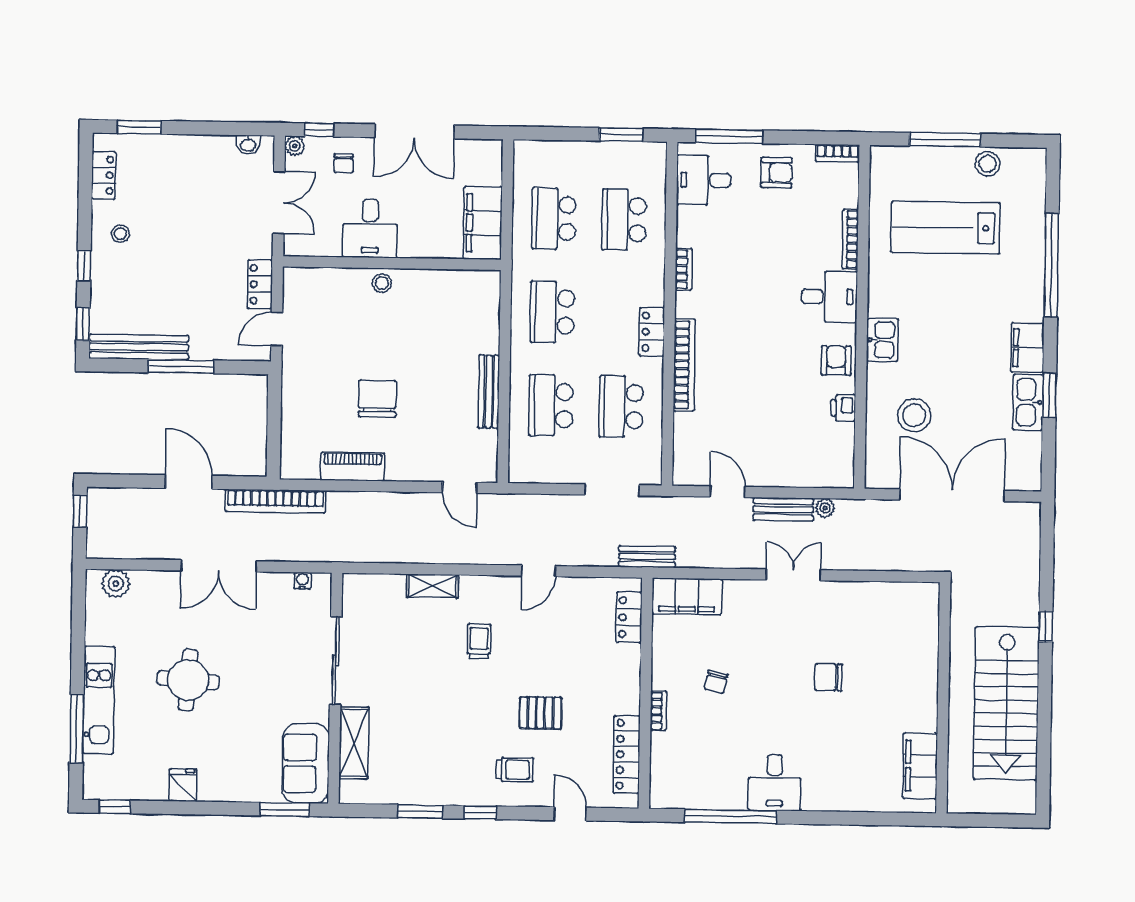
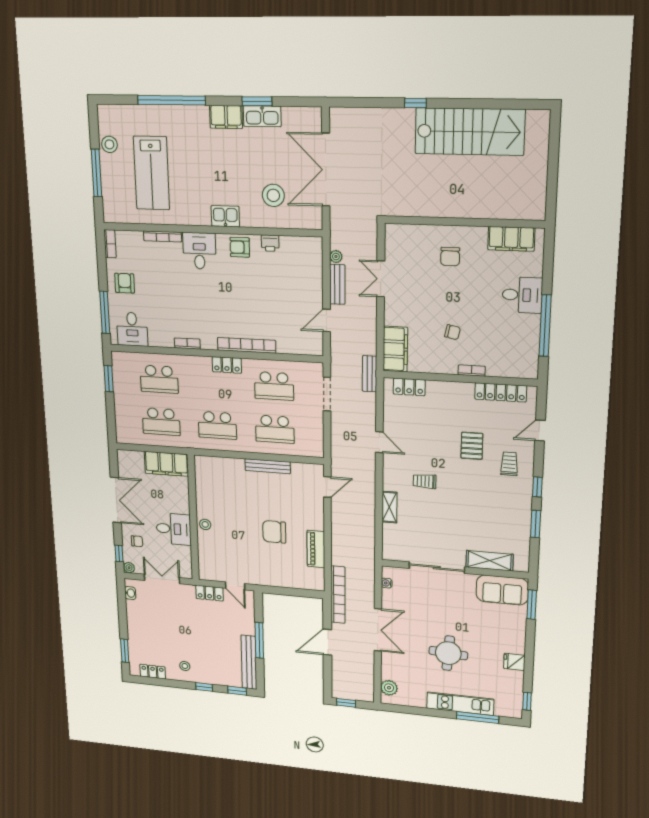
wall: (943, 698) -> (464, 222), moved
filing cabinet: (920, 766) -> (511, 239), moved

